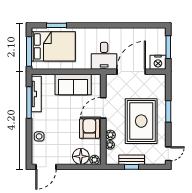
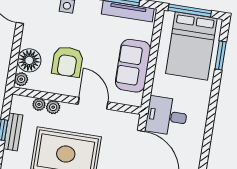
armchair: (89, 129) -> (67, 62), moved, turned 90

